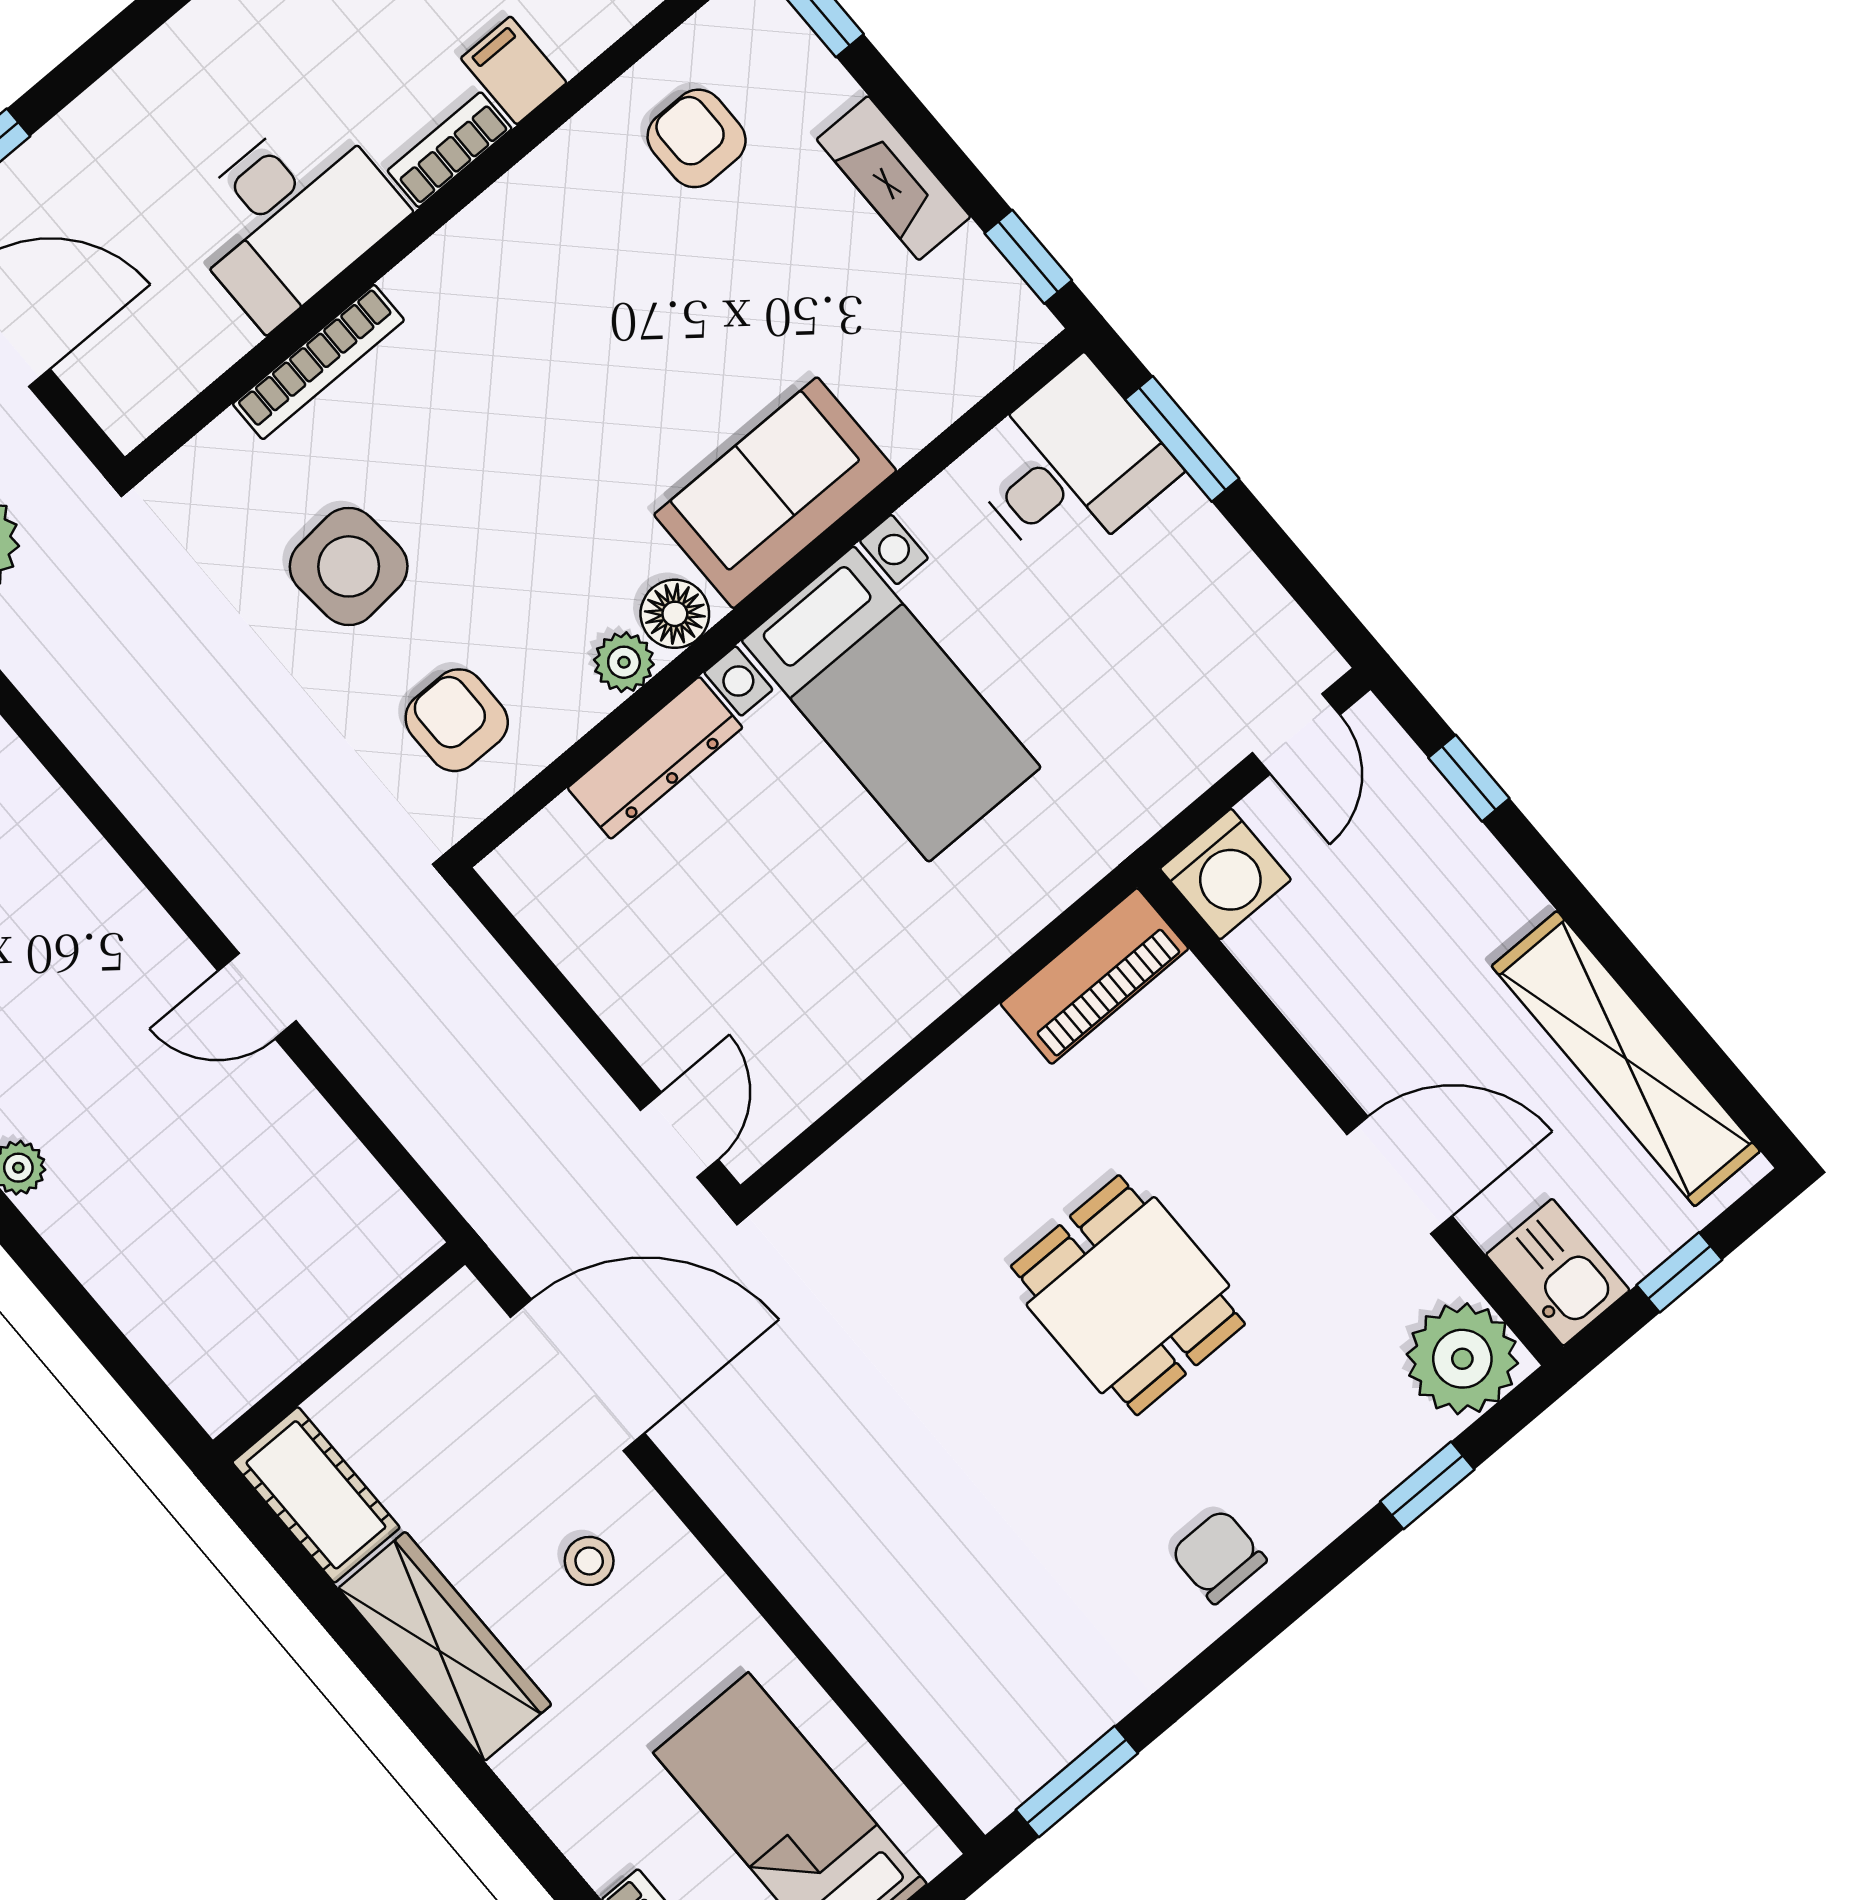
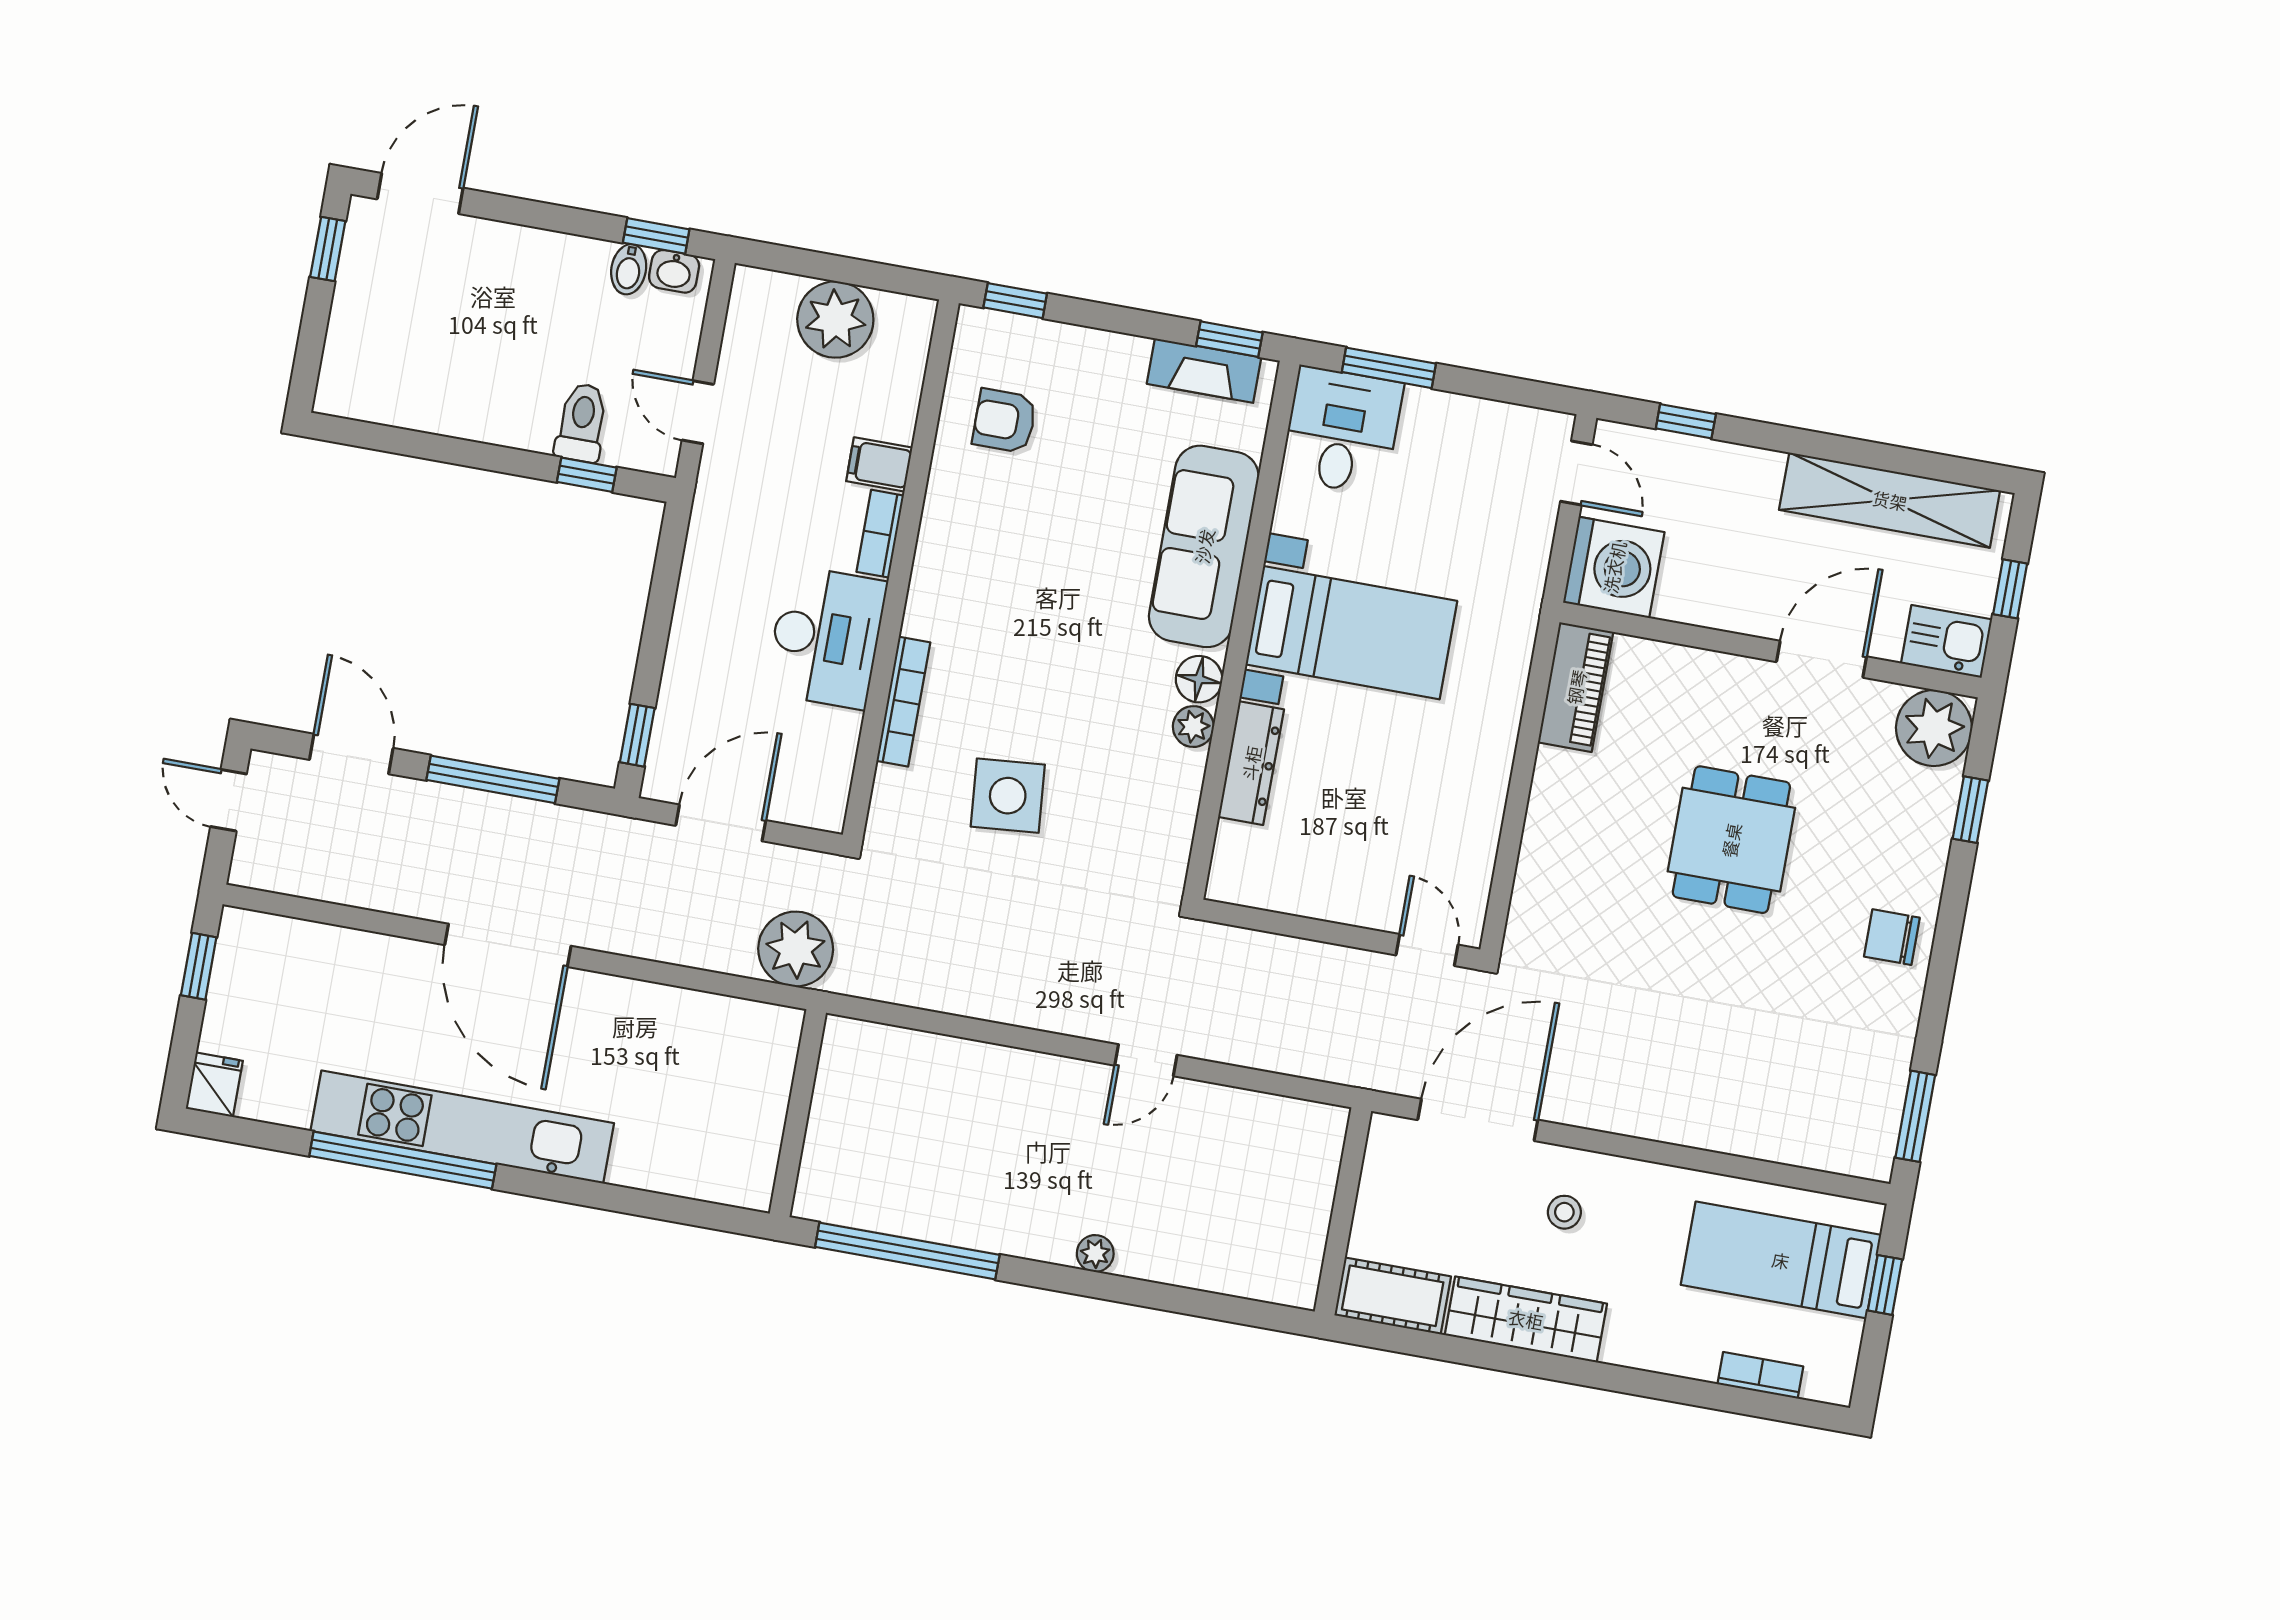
fireplace: (893, 178) -> (1204, 371), moved
sofa: (775, 493) -> (1204, 546), width x1.36
armchair: (457, 720) -> (1131, 829), removed
washing machine: (1225, 874) -> (1614, 567), width x1.37, depth x1.37
dining table: (1128, 1295) -> (1731, 840), turned 90

